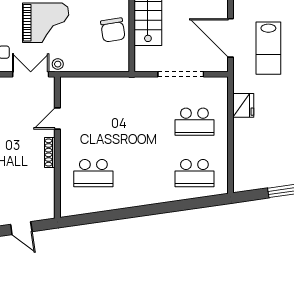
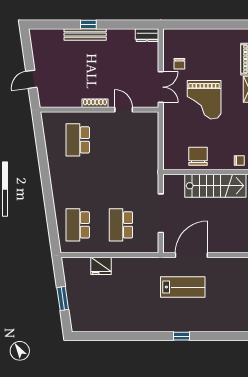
chair: (113, 30) -> (198, 156), turned 99
lab bench: (268, 48) -> (183, 287), turned 180
stool: (58, 64) -> (169, 110), removed
fridge: (243, 105) -> (101, 266), moved

